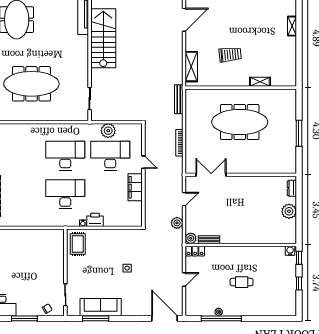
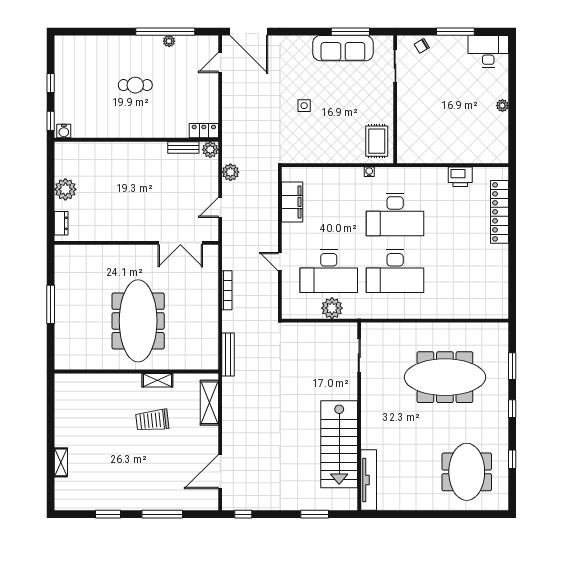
shelving: (260, 82) -> (157, 380), moved
meeting table: (240, 122) -> (138, 321), turned 90
filing cabinet: (135, 187) -> (292, 202), moved
printer: (95, 220) -> (460, 177), moved
door: (184, 280) -> (220, 62), moved

